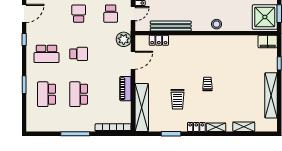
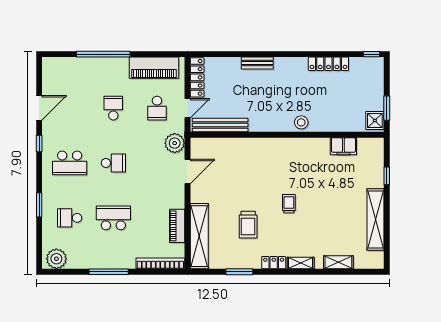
shower: (265, 17) -> (375, 120), width x0.54, depth x0.54
bench: (171, 26) -> (220, 125), moved
locker: (159, 40) -> (223, 144), removed
filing cabinet: (268, 42) -> (343, 146), moved
piano: (125, 89) -> (177, 226), moved
school desk: (47, 94) -> (70, 218), width x0.54
school desk: (79, 94) -> (113, 218), turned 90
plant: (37, 124) -> (56, 259), added

